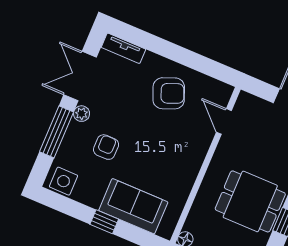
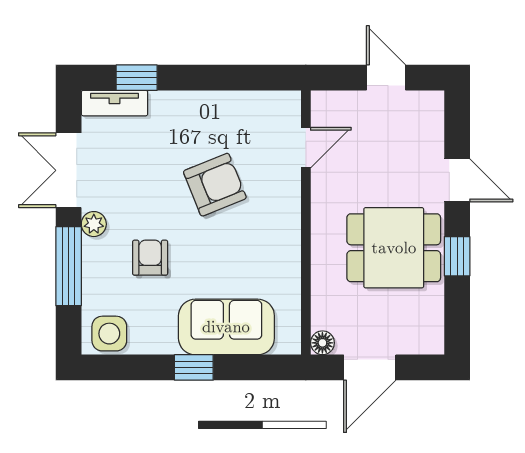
window: (143, 39) -> (137, 78), added
armchair: (169, 93) -> (215, 185), moved
door: (224, 121) -> (306, 148), swing flipped

